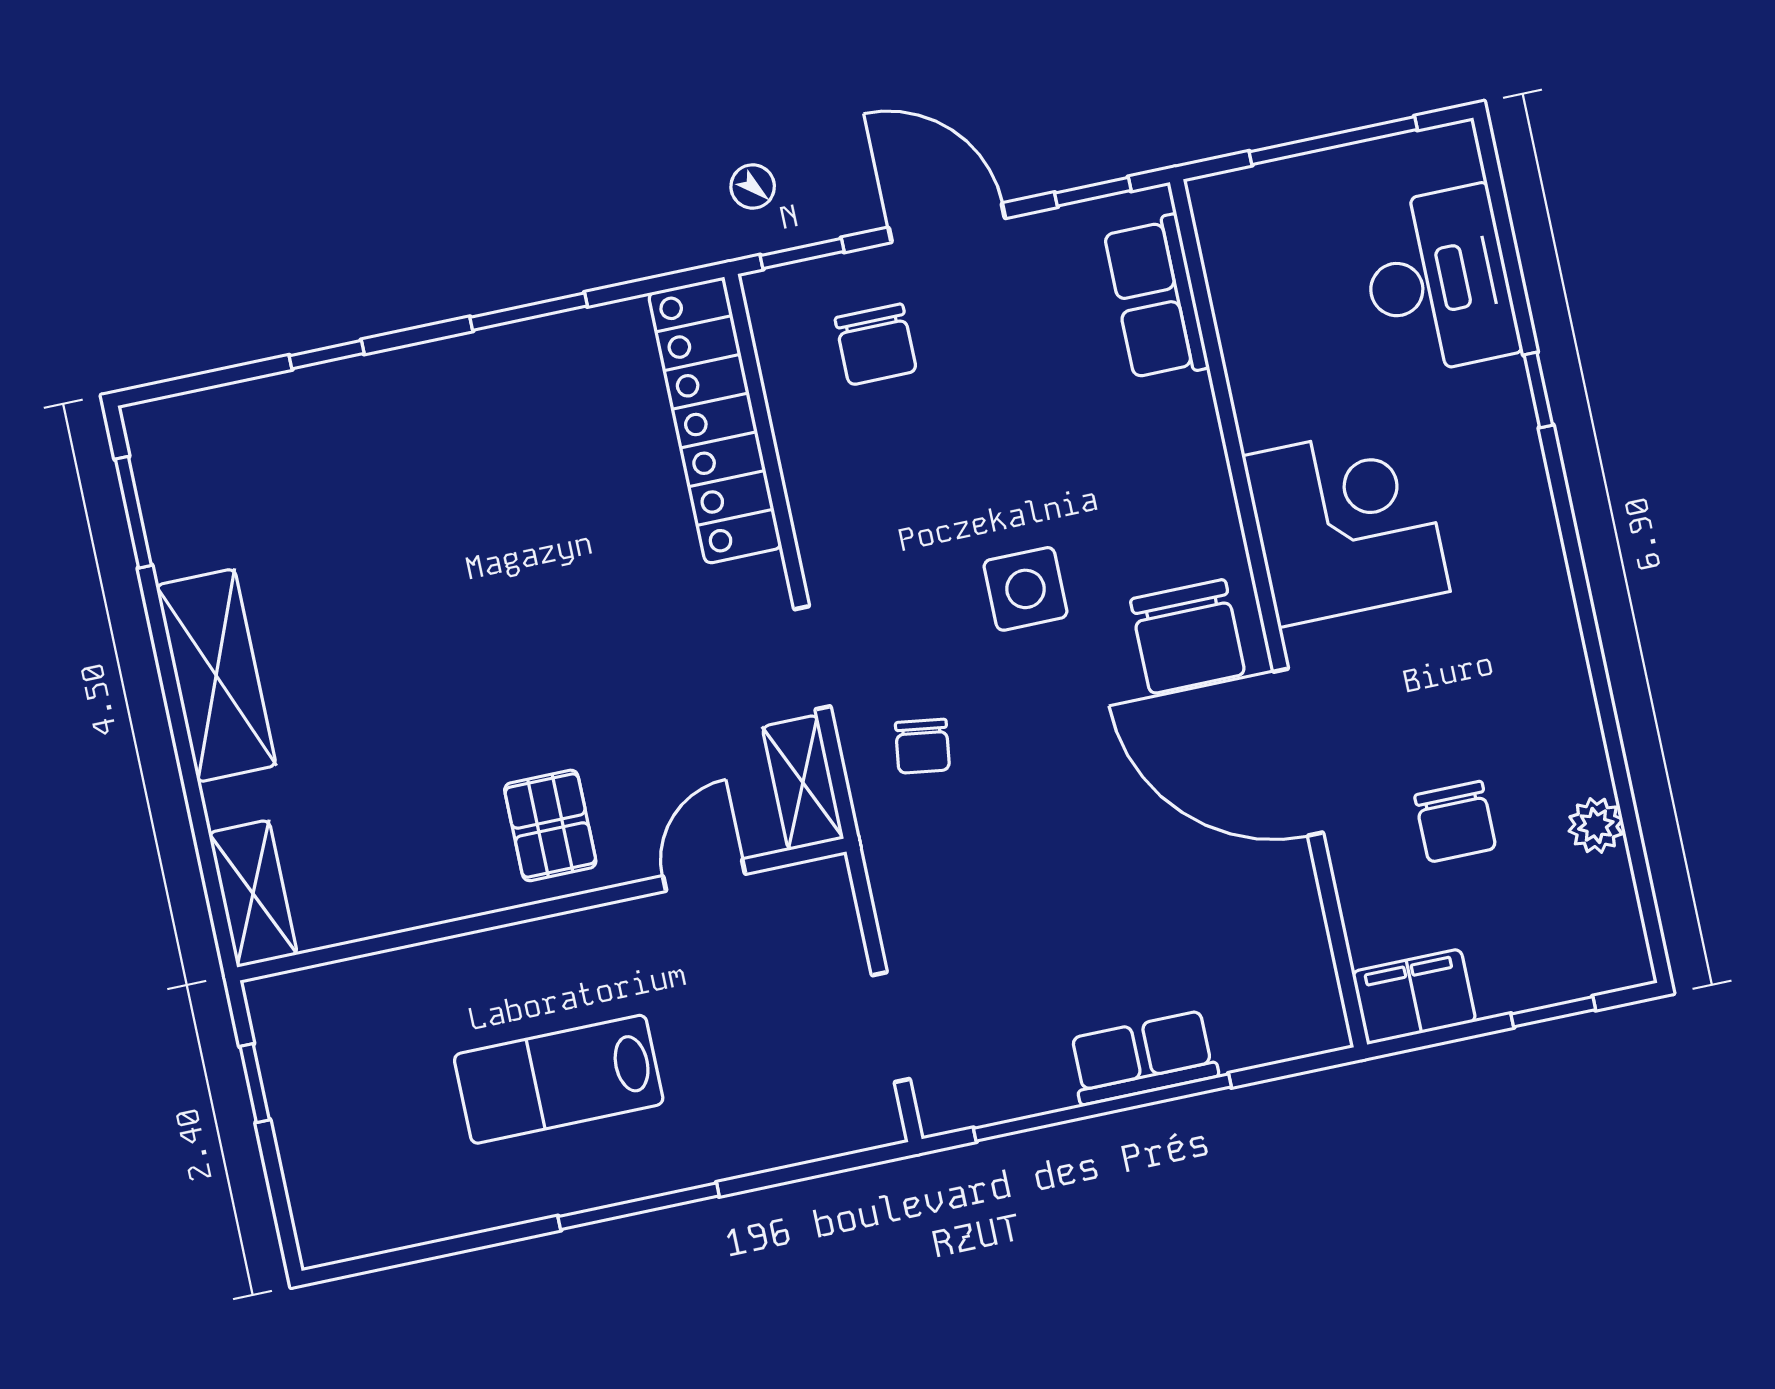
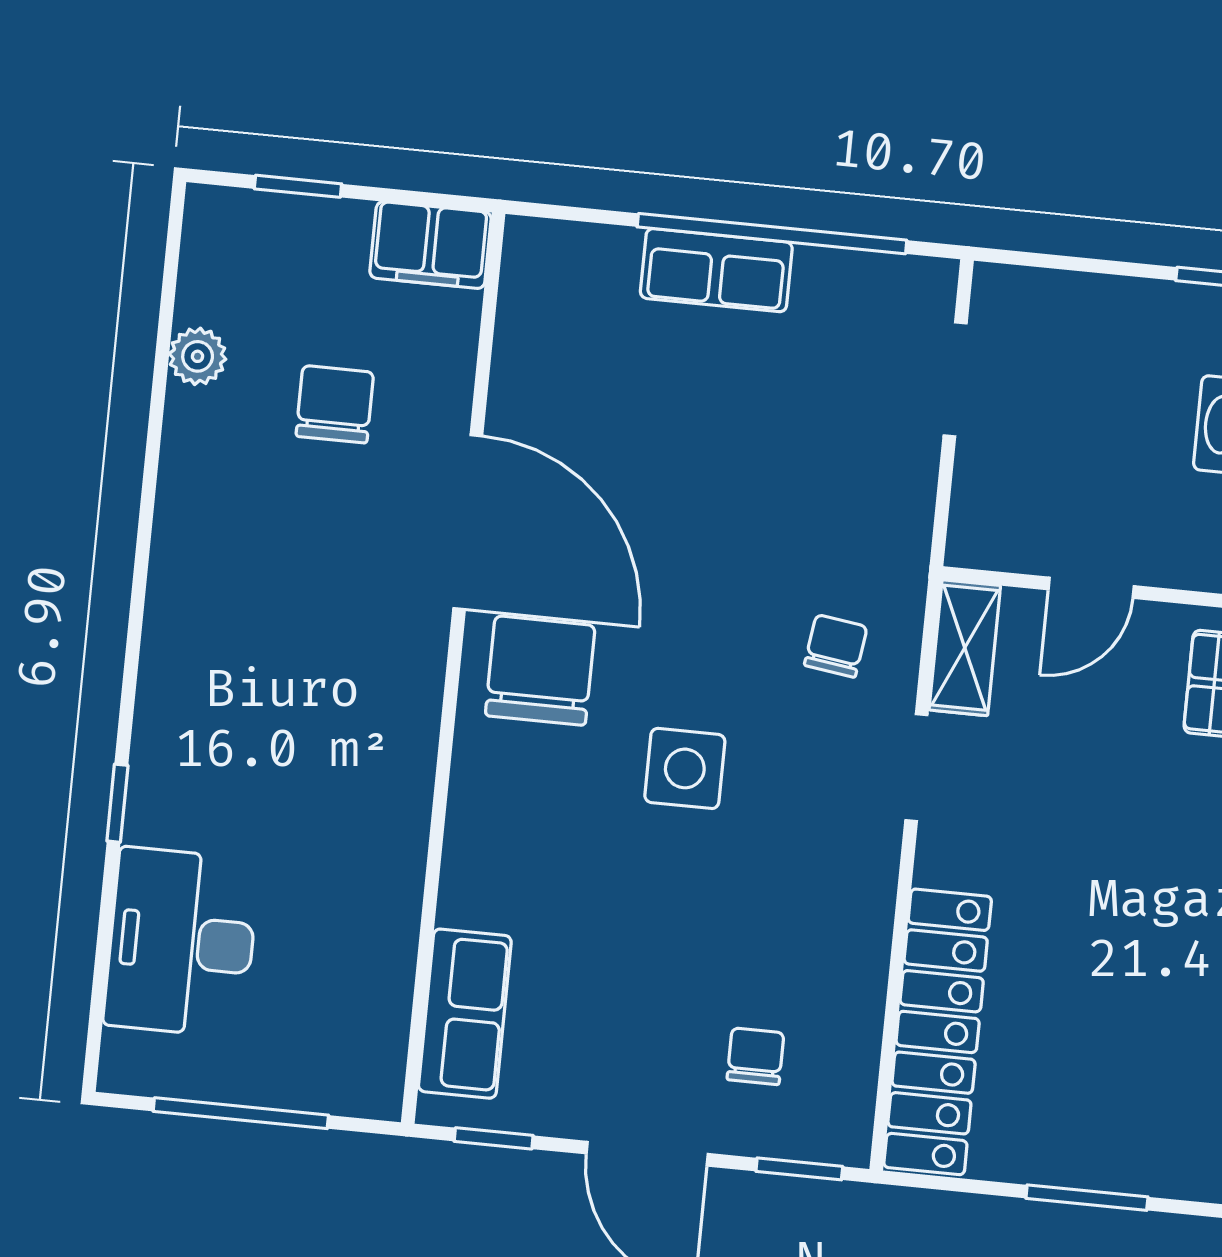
chair: (876, 344) -> (755, 1056), width x0.73, depth x0.73
corner desk: (1346, 524) -> (349, 732), removed

